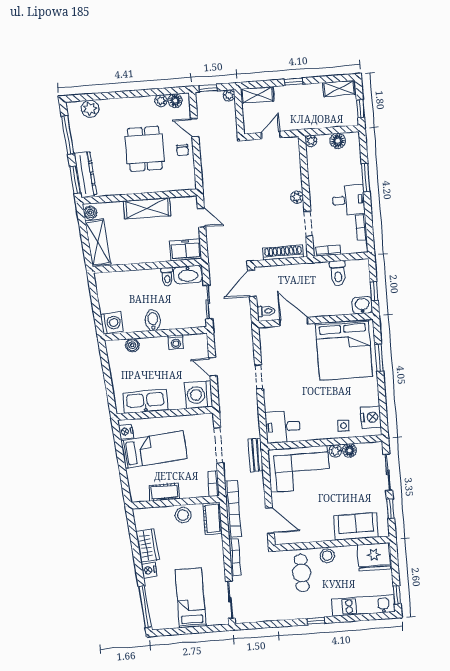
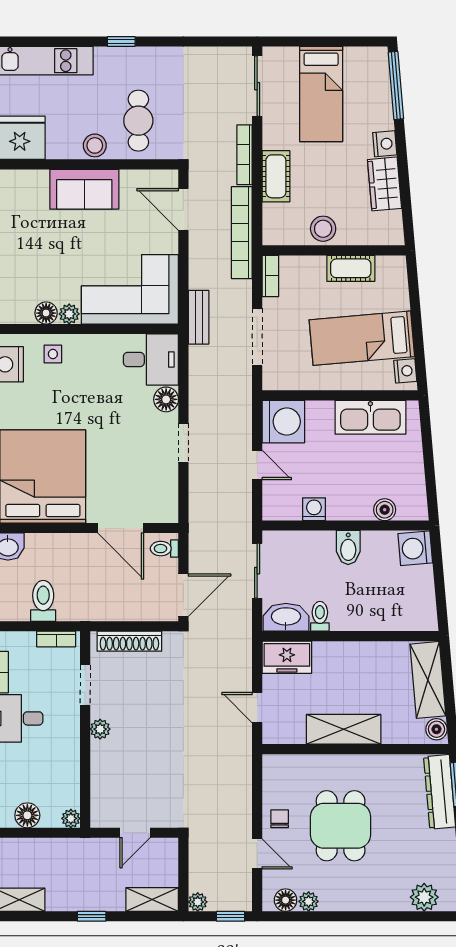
floor lamp: (272, 403) -> (166, 399), added
cot: (212, 518) -> (276, 176), moved
sofa: (356, 527) -> (84, 189), moved

